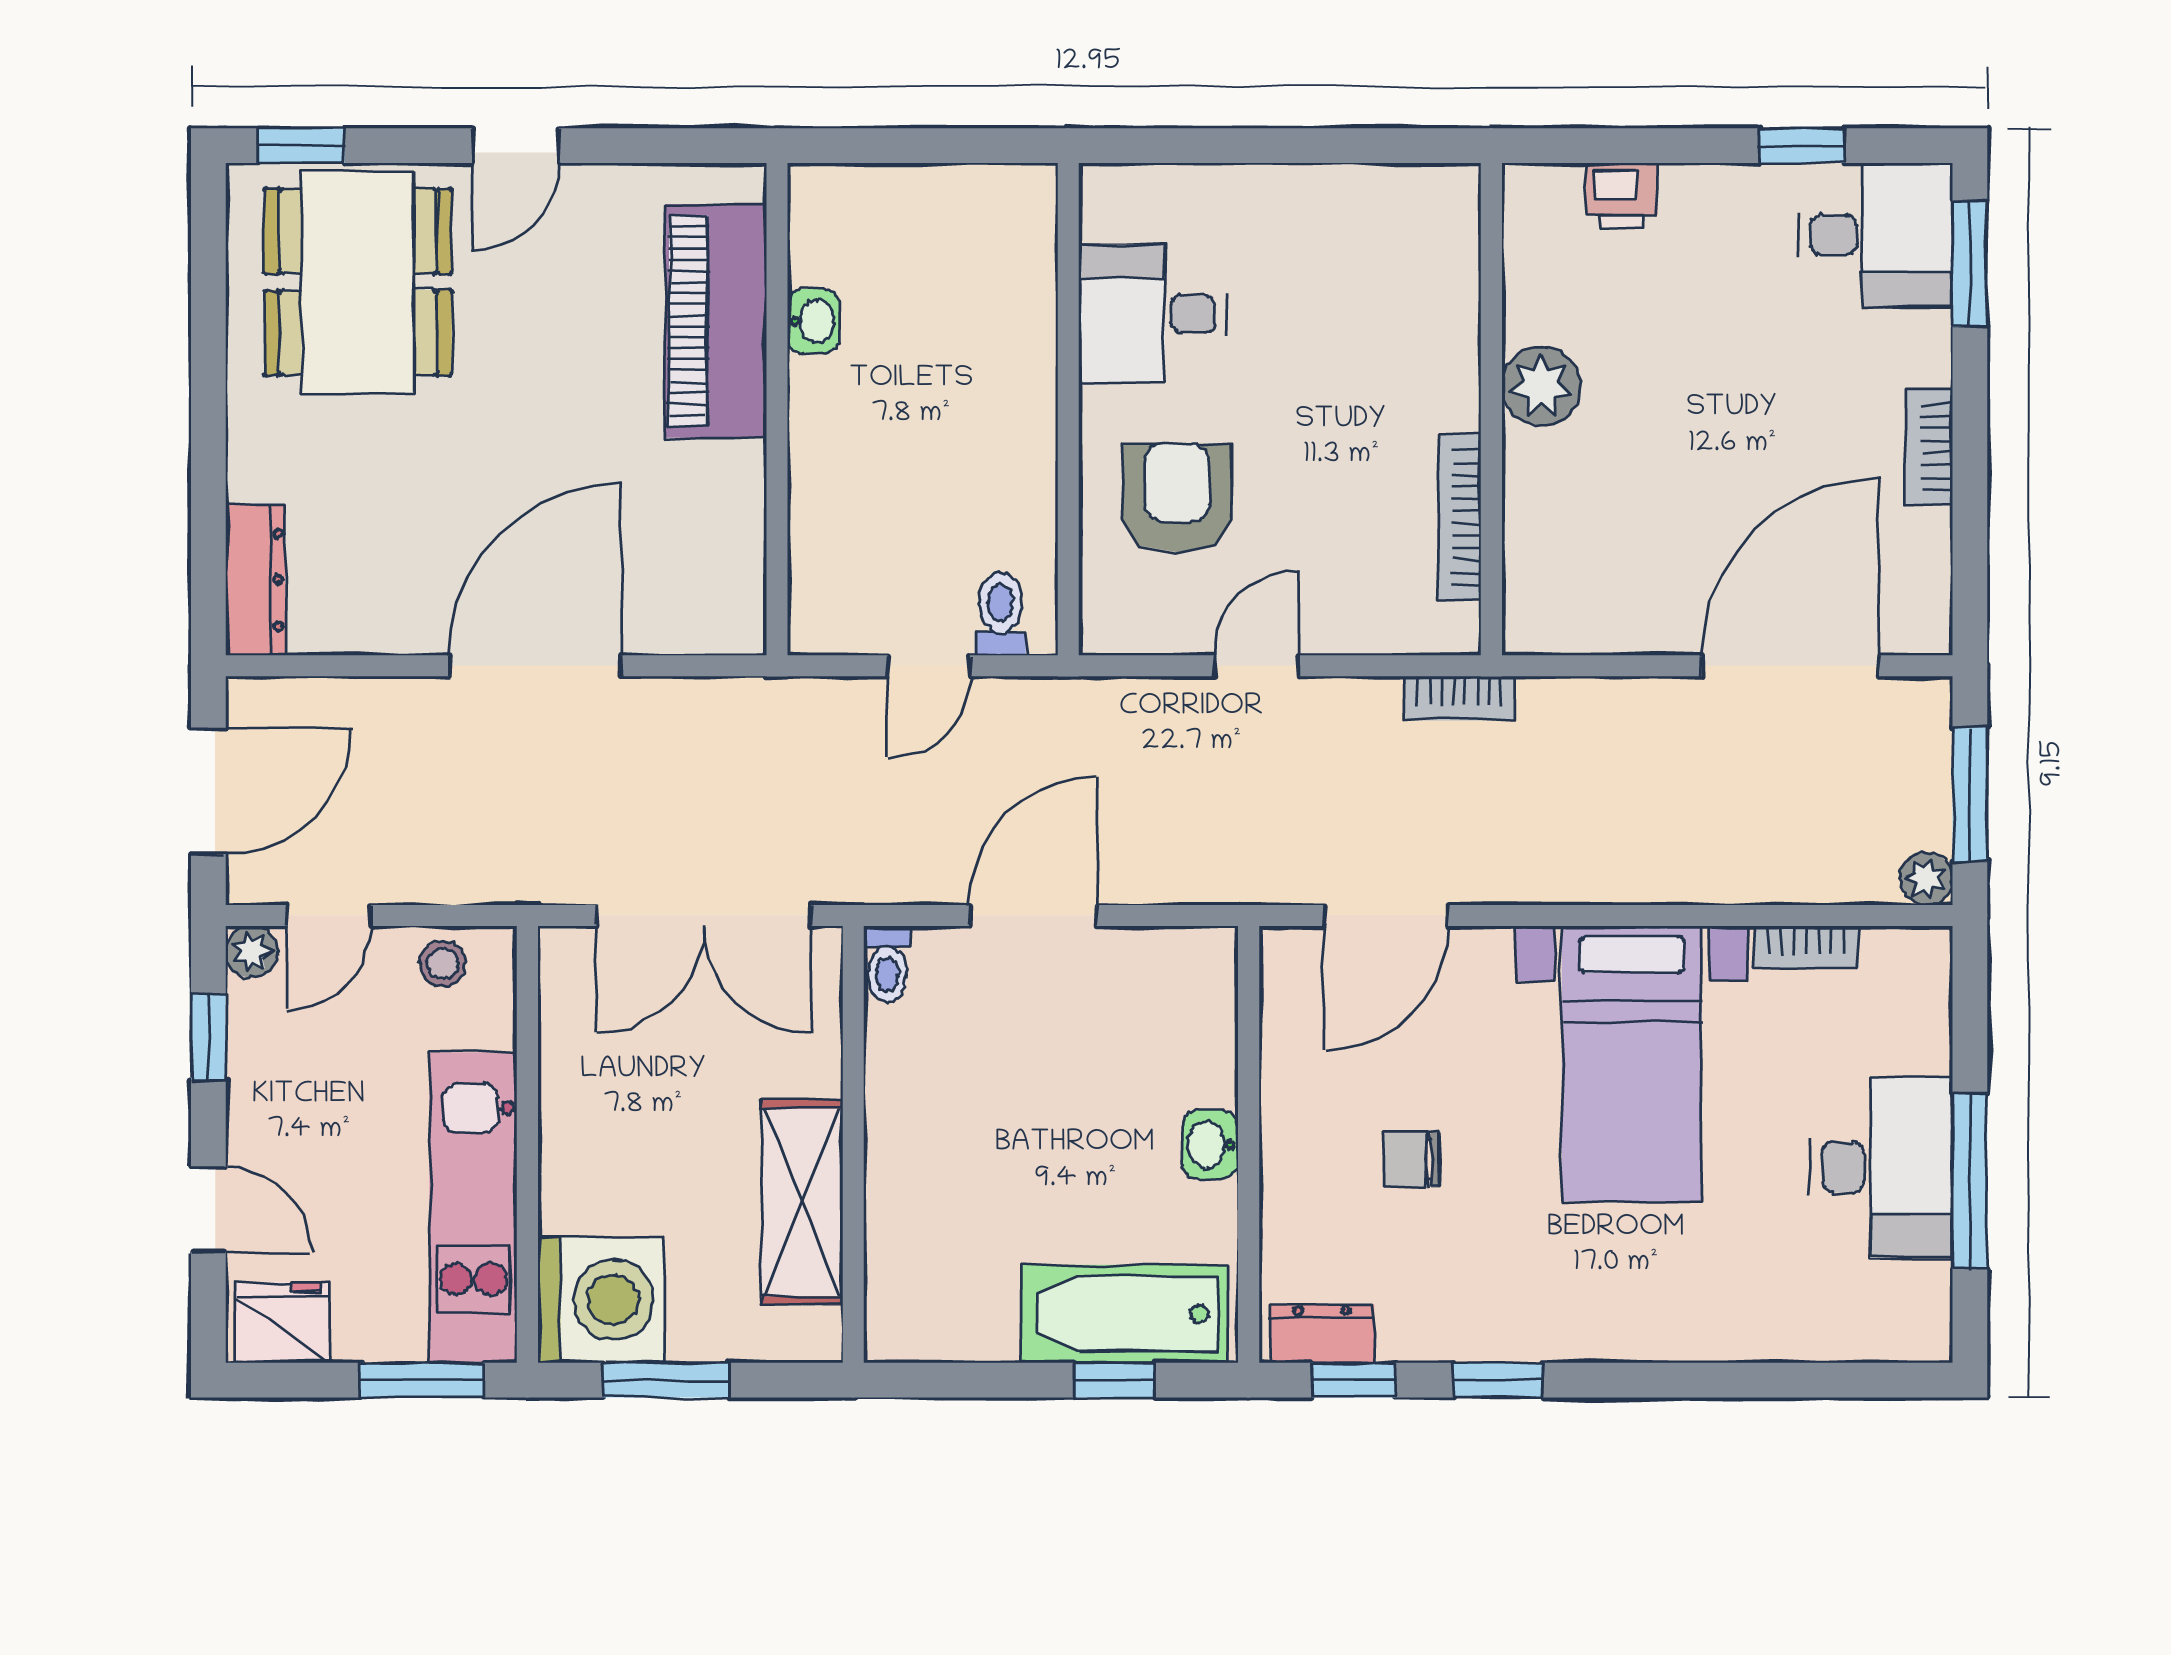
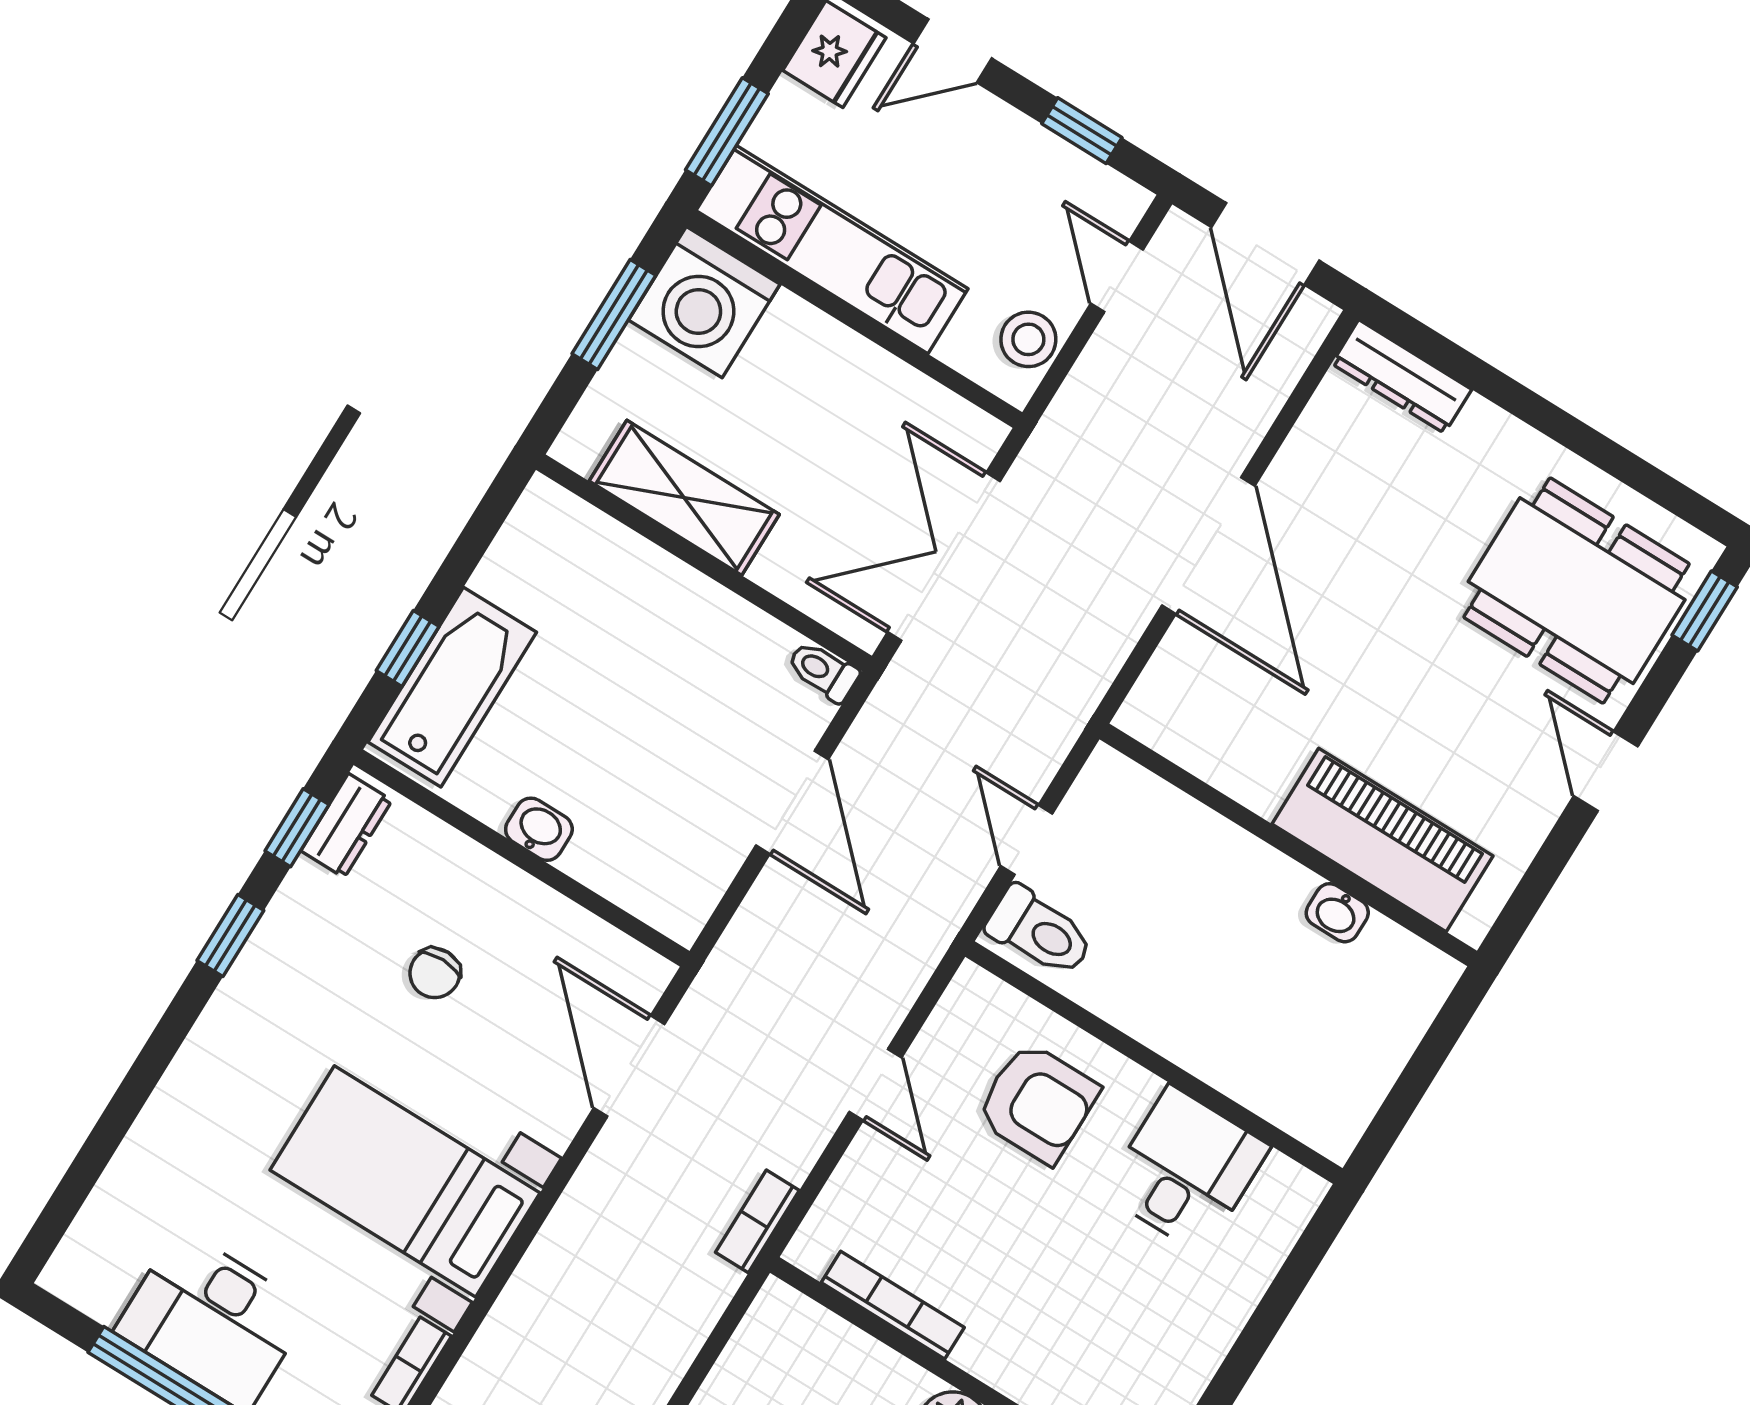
toilet: (1000, 614) -> (1040, 932), width x1.37, depth x1.39
plant: (252, 952) -> (1125, 202), removed
stool: (443, 964) -> (1028, 339), width x1.37, depth x1.37
chair: (1412, 1160) -> (435, 973), turned 180

